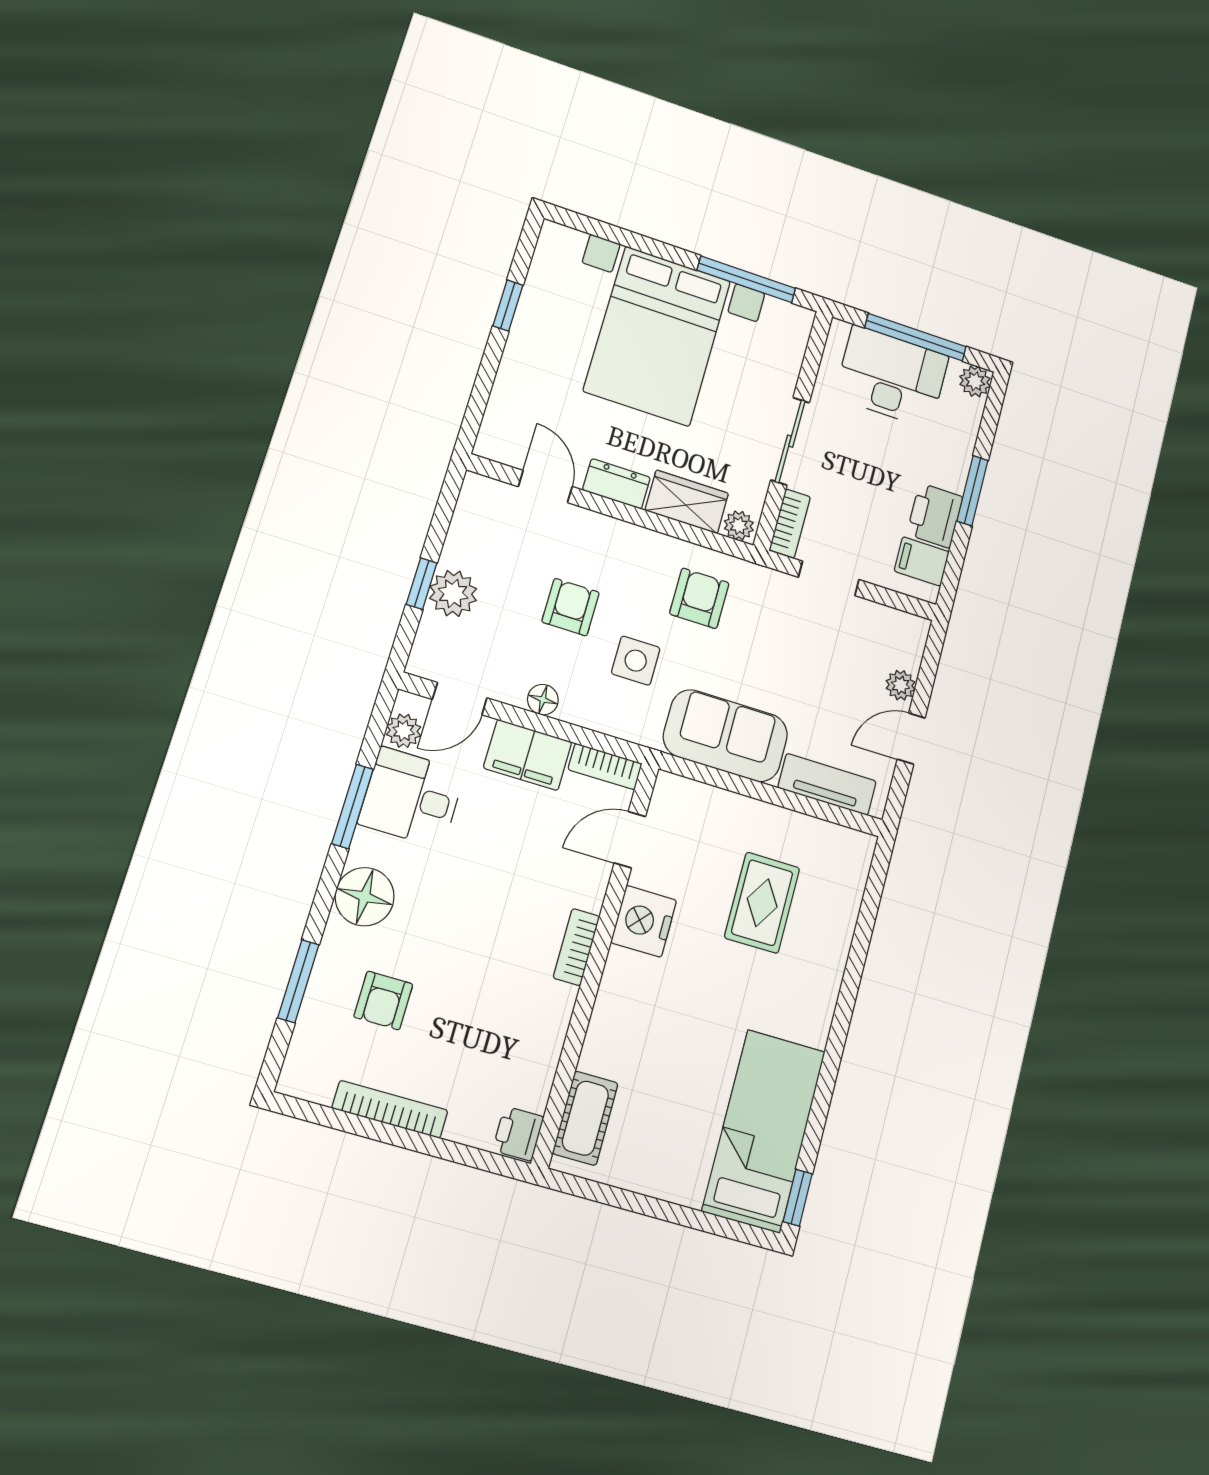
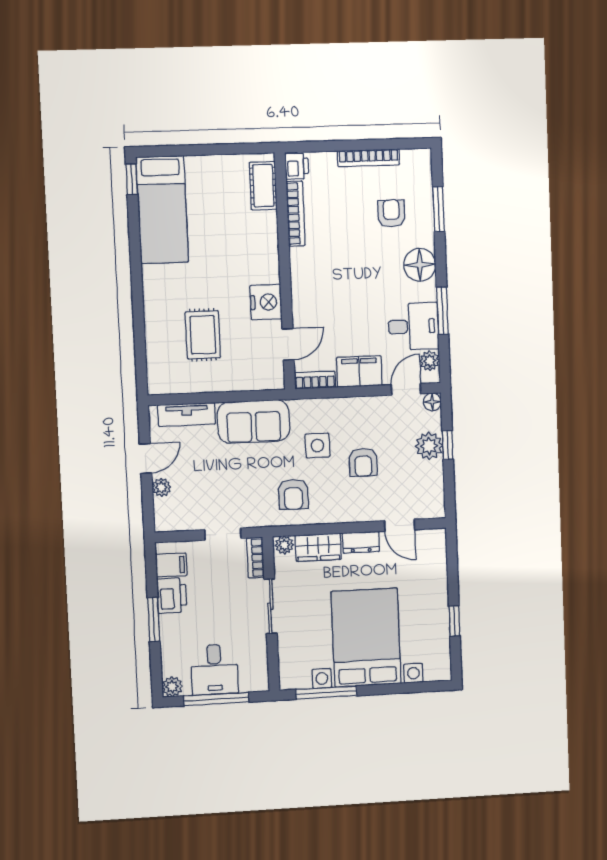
desk: (892, 377) -> (214, 670), width x0.73
floor lamp: (543, 700) -> (432, 402), moved
bookcase: (576, 947) -> (296, 214), moved, width x1.56

